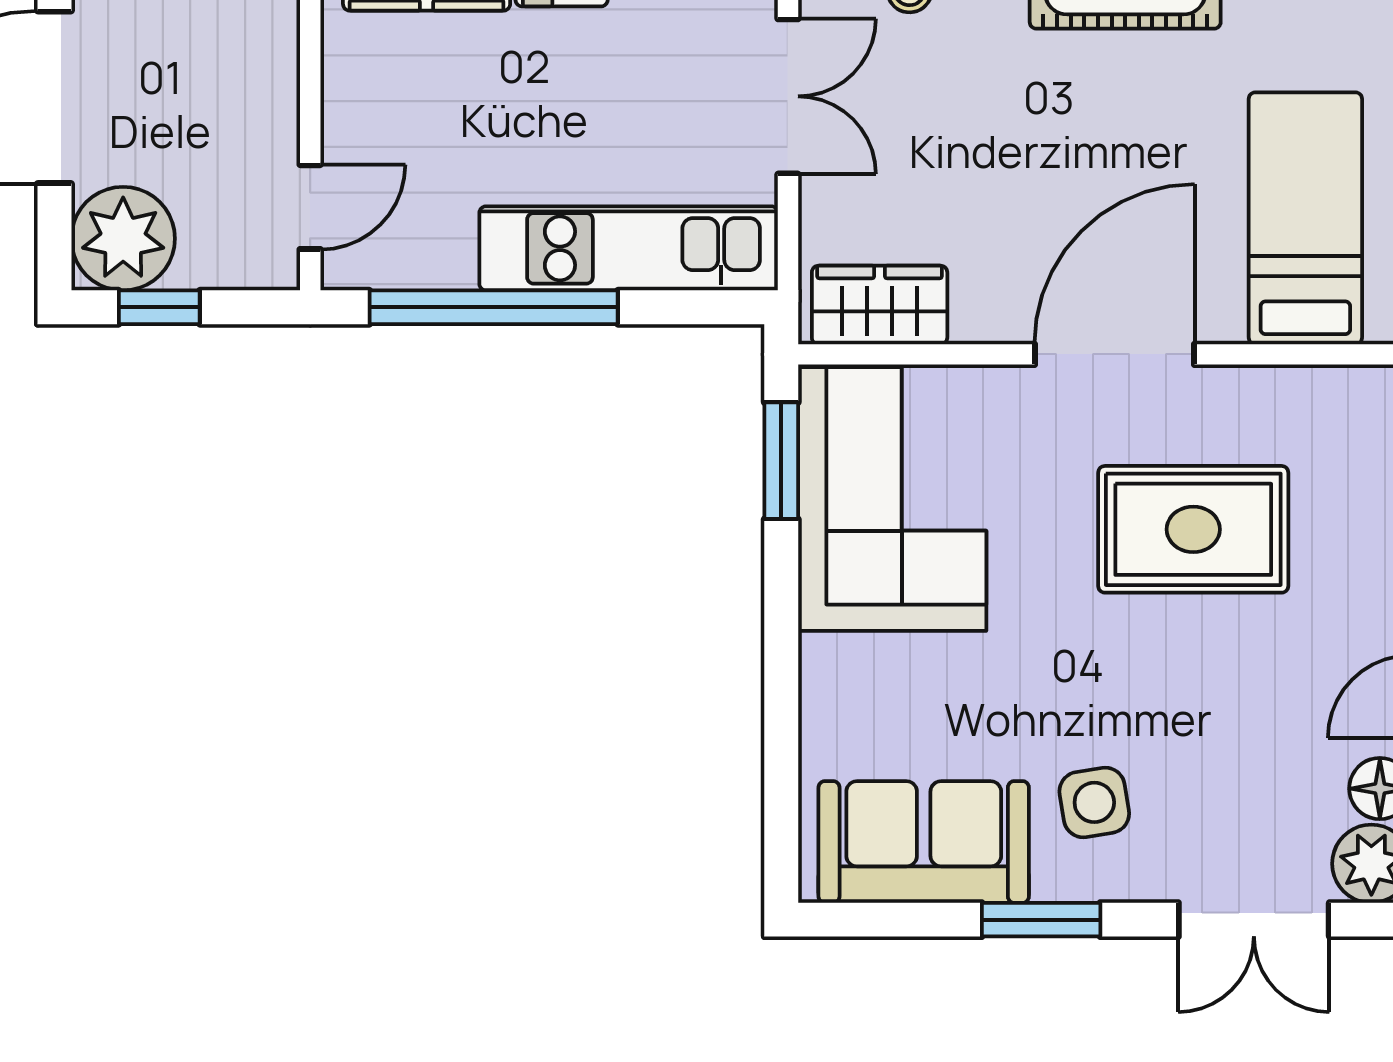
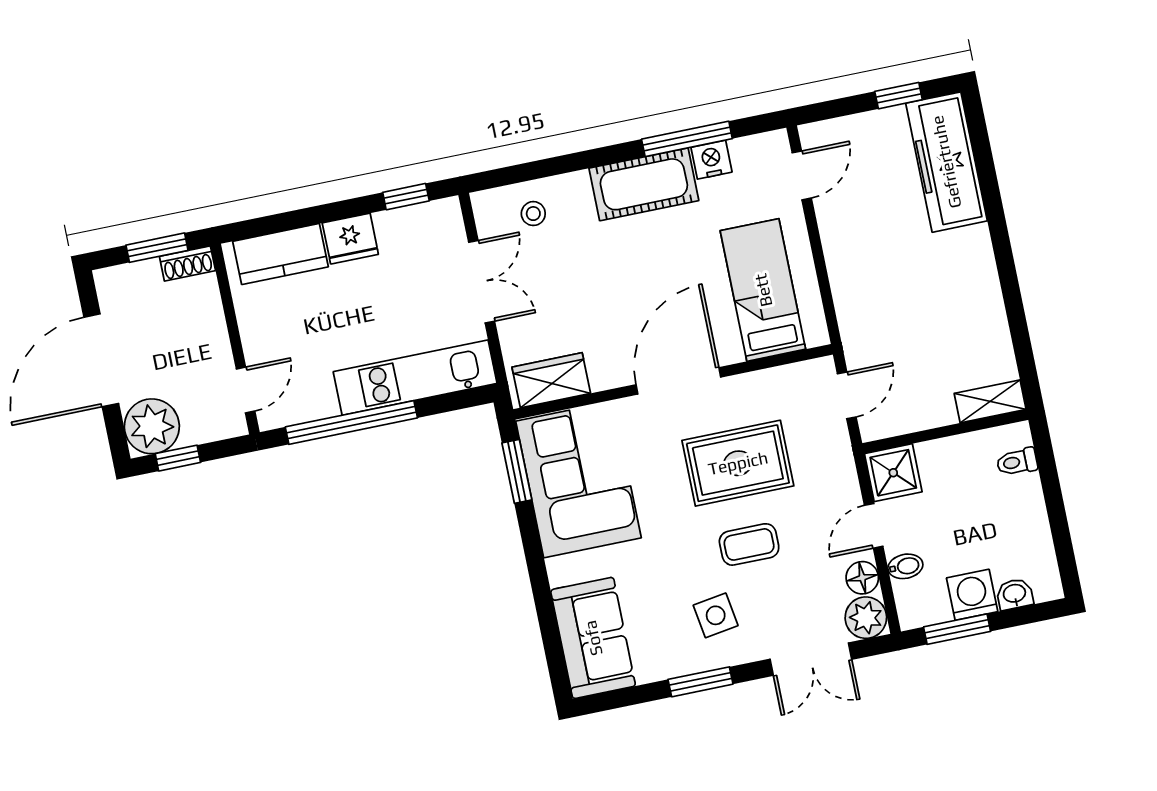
coffee table: (1183, 684) -> (749, 544), added
sofa: (924, 842) -> (593, 638), moved, turned 90

